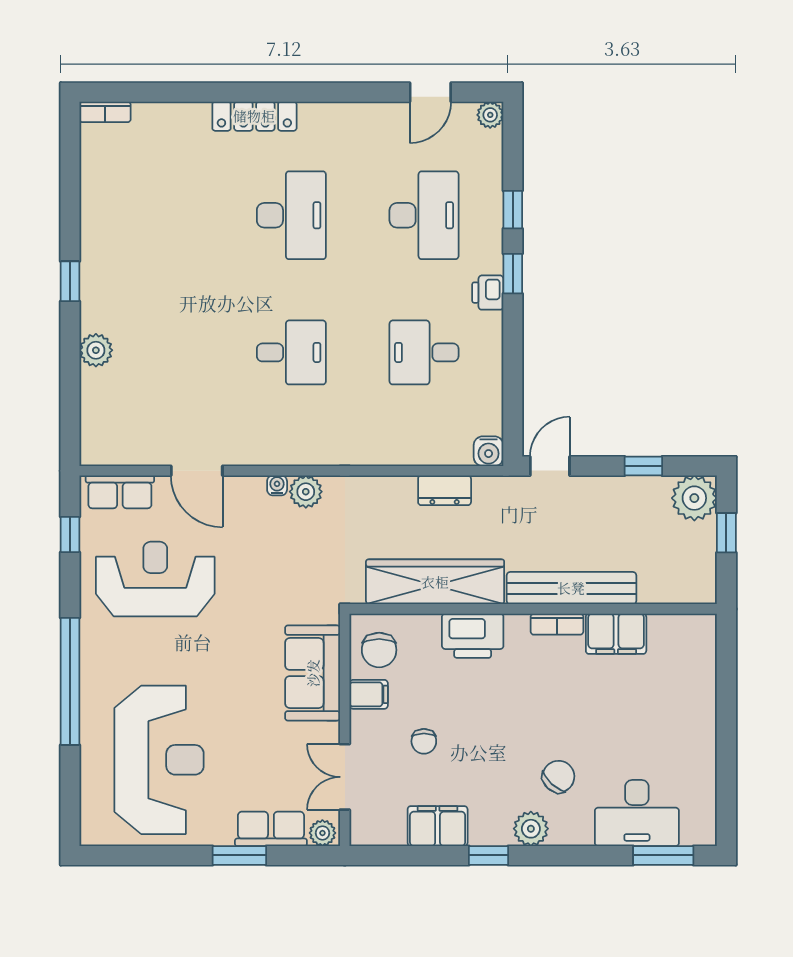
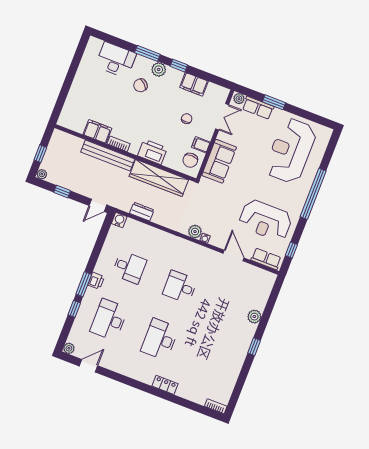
locker: (254, 116) -> (165, 385), width x0.66
window: (513, 274) -> (84, 284), width x1.50
plant: (694, 498) -> (42, 174), width x0.53, depth x0.53
chair: (379, 650) -> (190, 160), turned 180
window: (663, 855) -> (147, 53), moved

